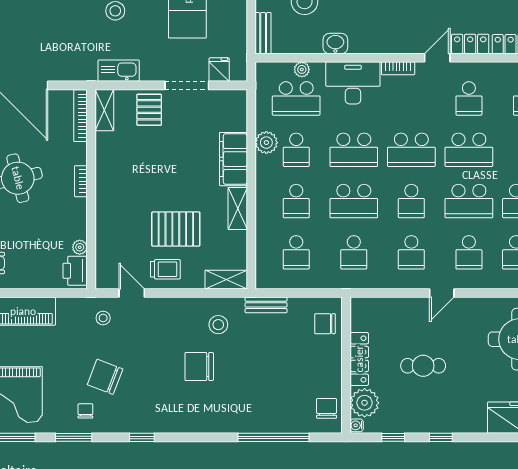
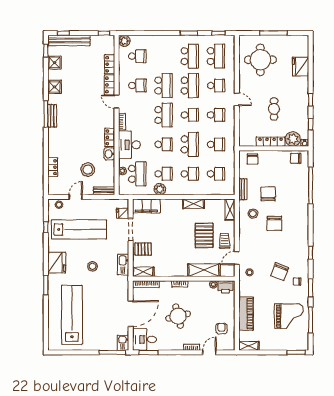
locker: (368, 44) -> (110, 137), added
school desk: (354, 150) -> (164, 144), width x0.54
filing cabinet: (233, 159) -> (146, 206), moved
shelving: (108, 229) -> (204, 270), added
chair: (257, 354) -> (268, 194), added

